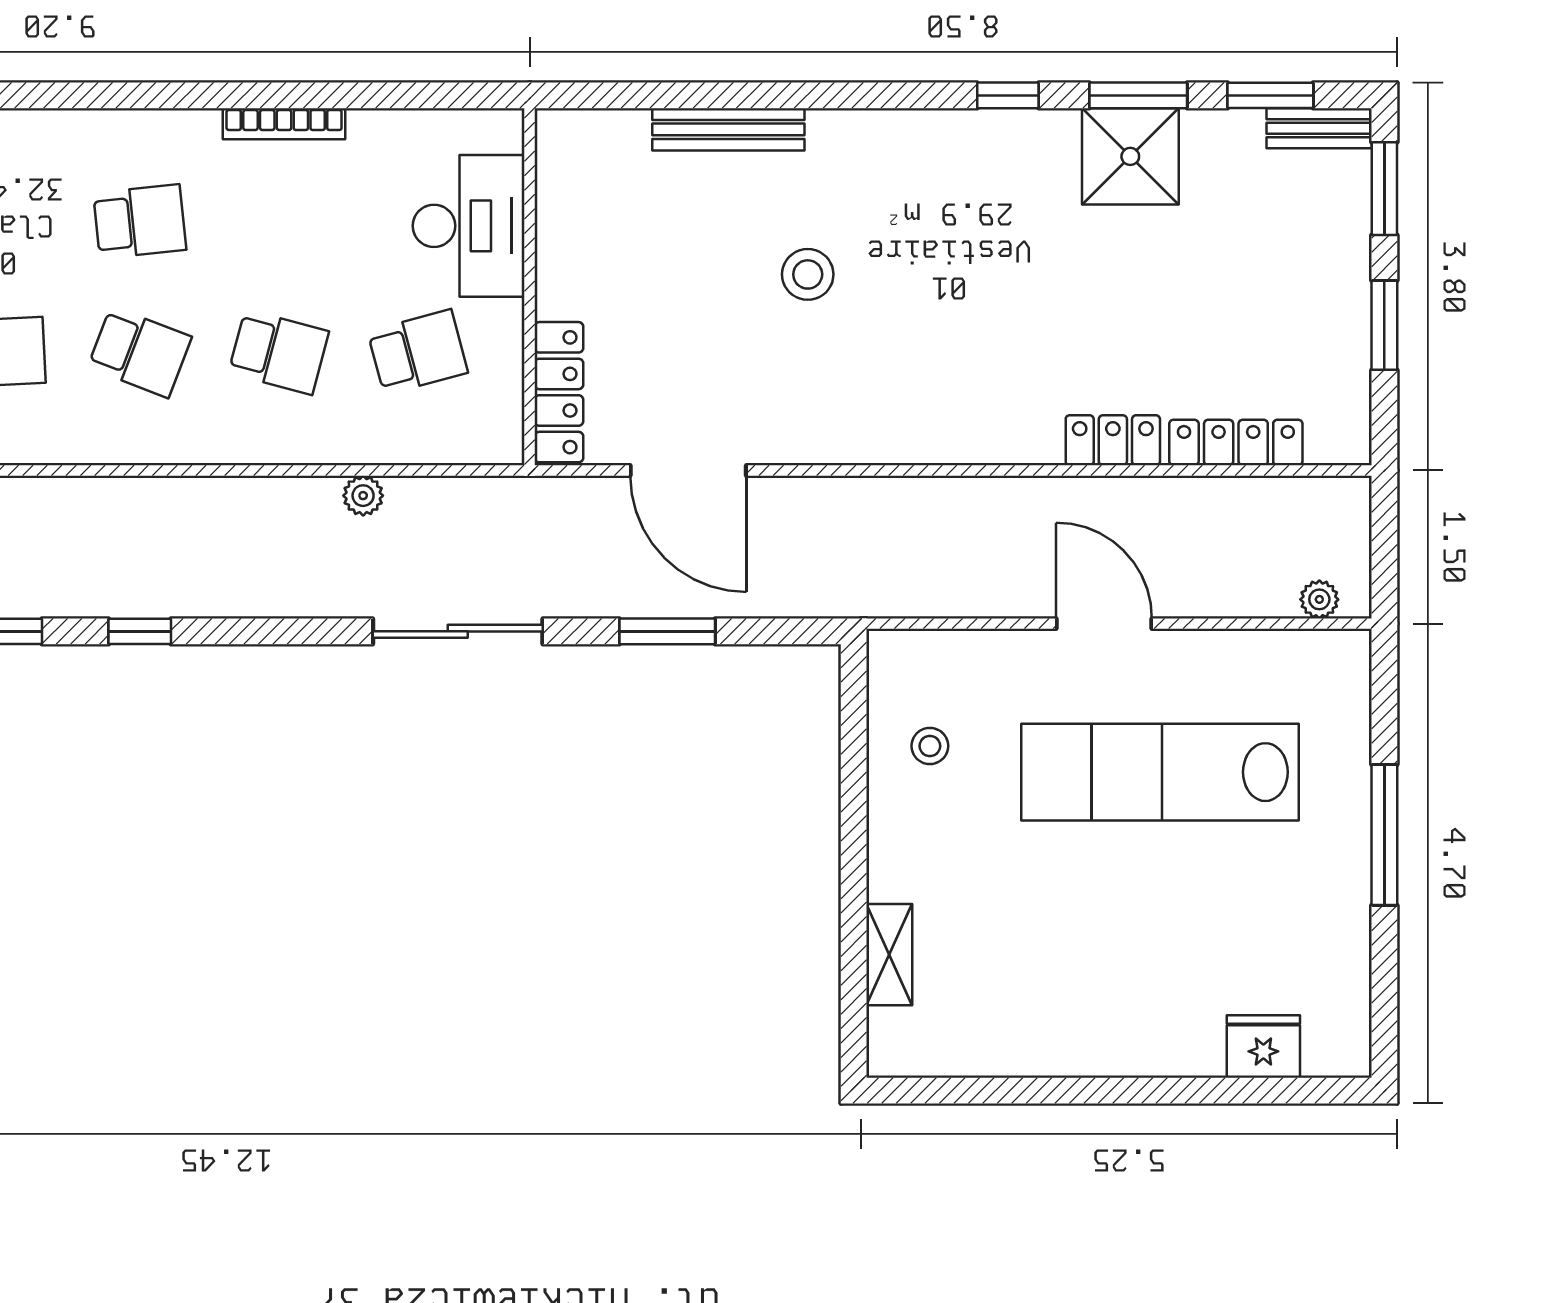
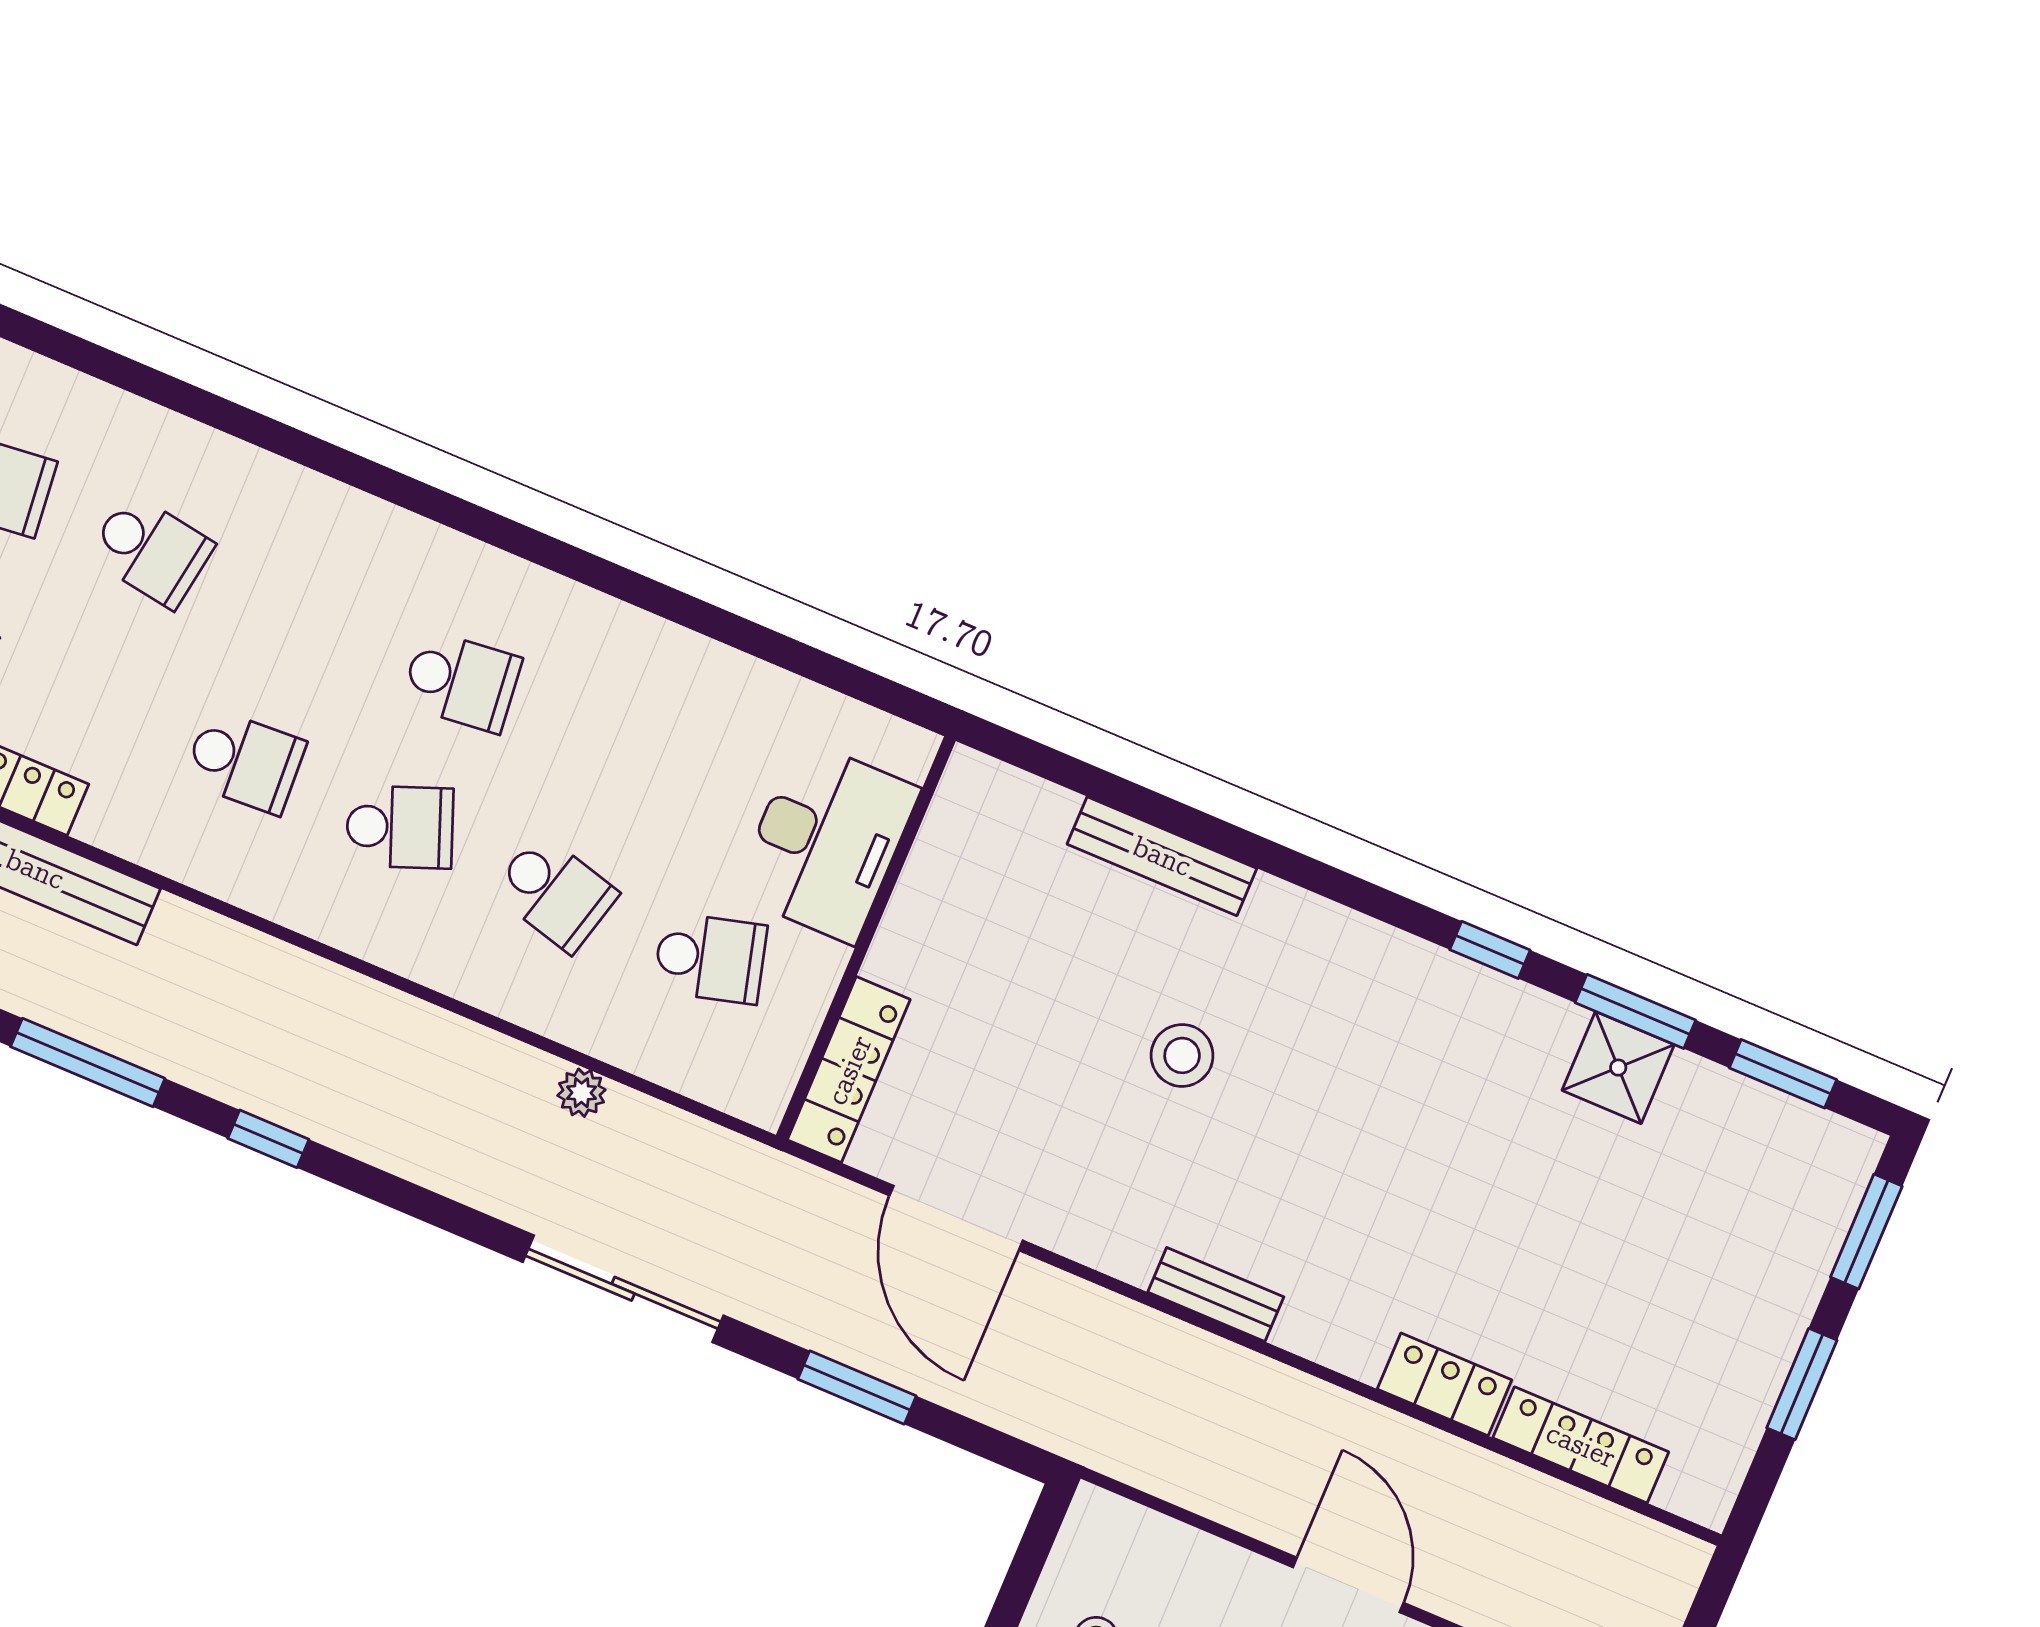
bookcase: (284, 124) -> (669, 640), removed
bench: (1319, 128) -> (1216, 1294), moved
shower: (1130, 156) -> (1618, 1068), width x0.73, depth x0.73
school desk: (140, 352) -> (400, 827), turned -42

